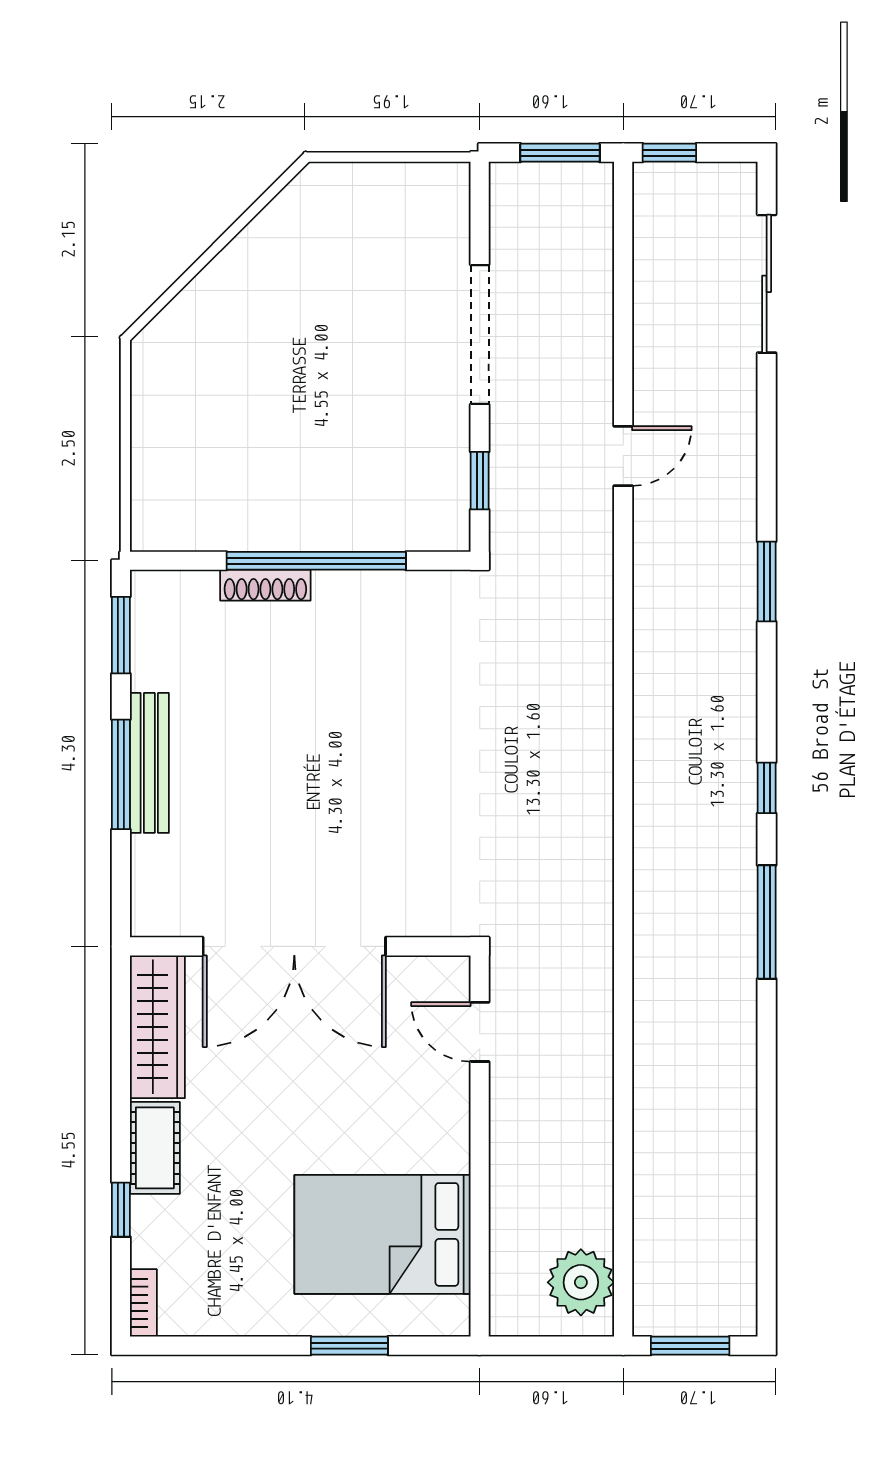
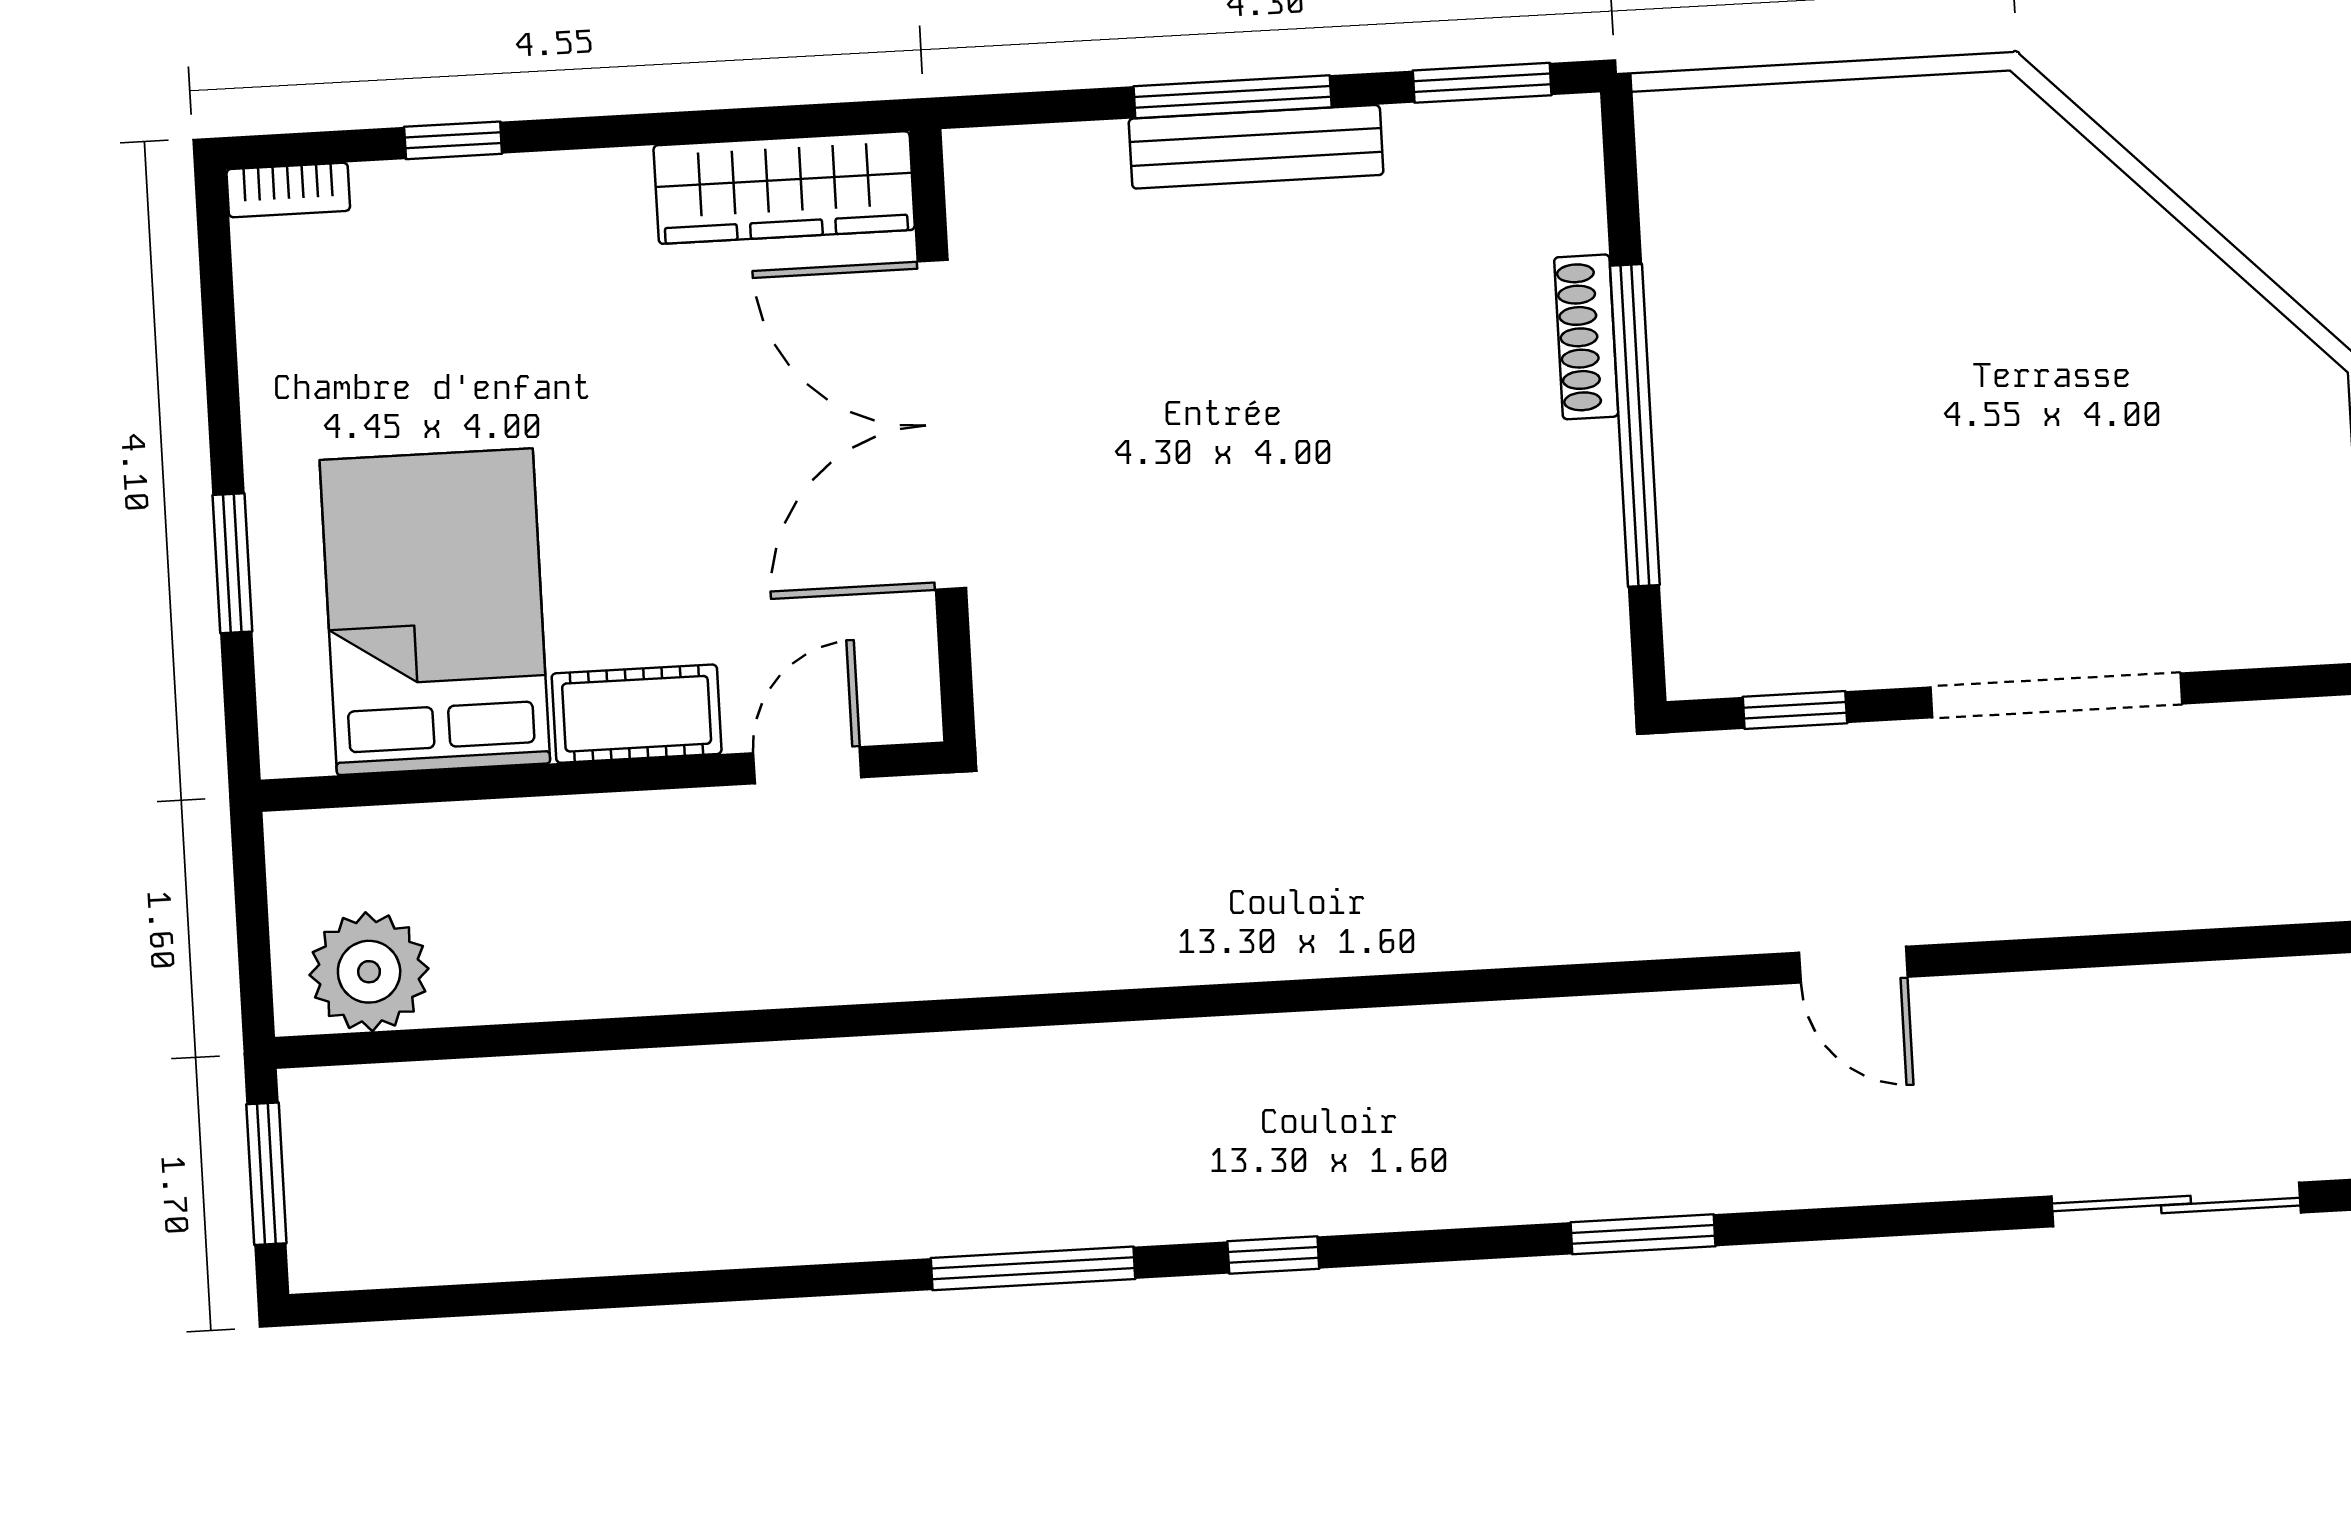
cot: (155, 1148) -> (637, 714), moved

